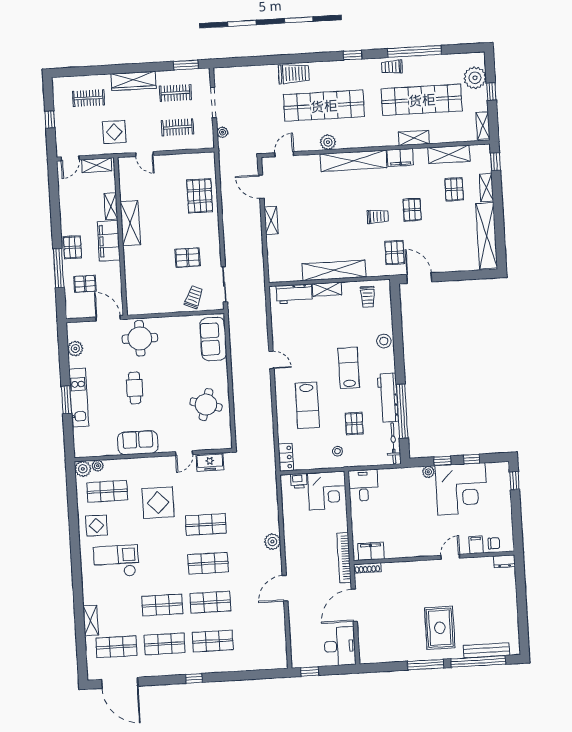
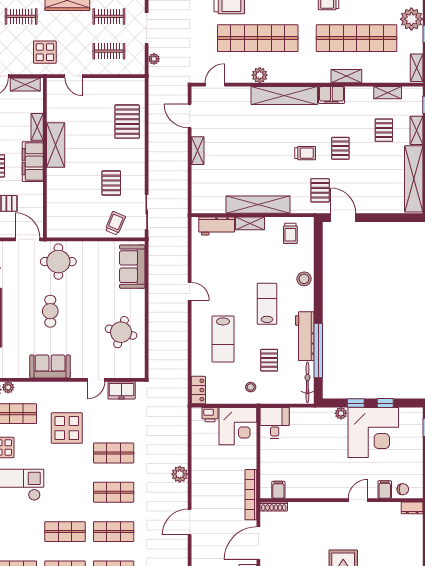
shelving: (449, 154) -> (388, 93), width x0.67, depth x0.75
pallet: (188, 258) -> (111, 183), turned 90
filing cabinet: (371, 551) -> (278, 490), width x0.50

